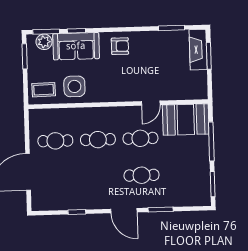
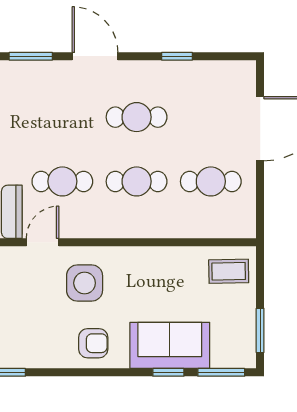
plant: (44, 42) -> (225, 355), removed
armchair: (120, 46) -> (93, 343), turned 180
side table: (74, 86) -> (85, 283), moved
cafe table: (142, 175) -> (137, 117), moved

